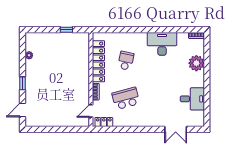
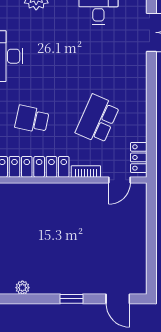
school desk: (126, 98) -> (98, 119), turned 39
door: (91, 111) -> (119, 180), hinge flipped

